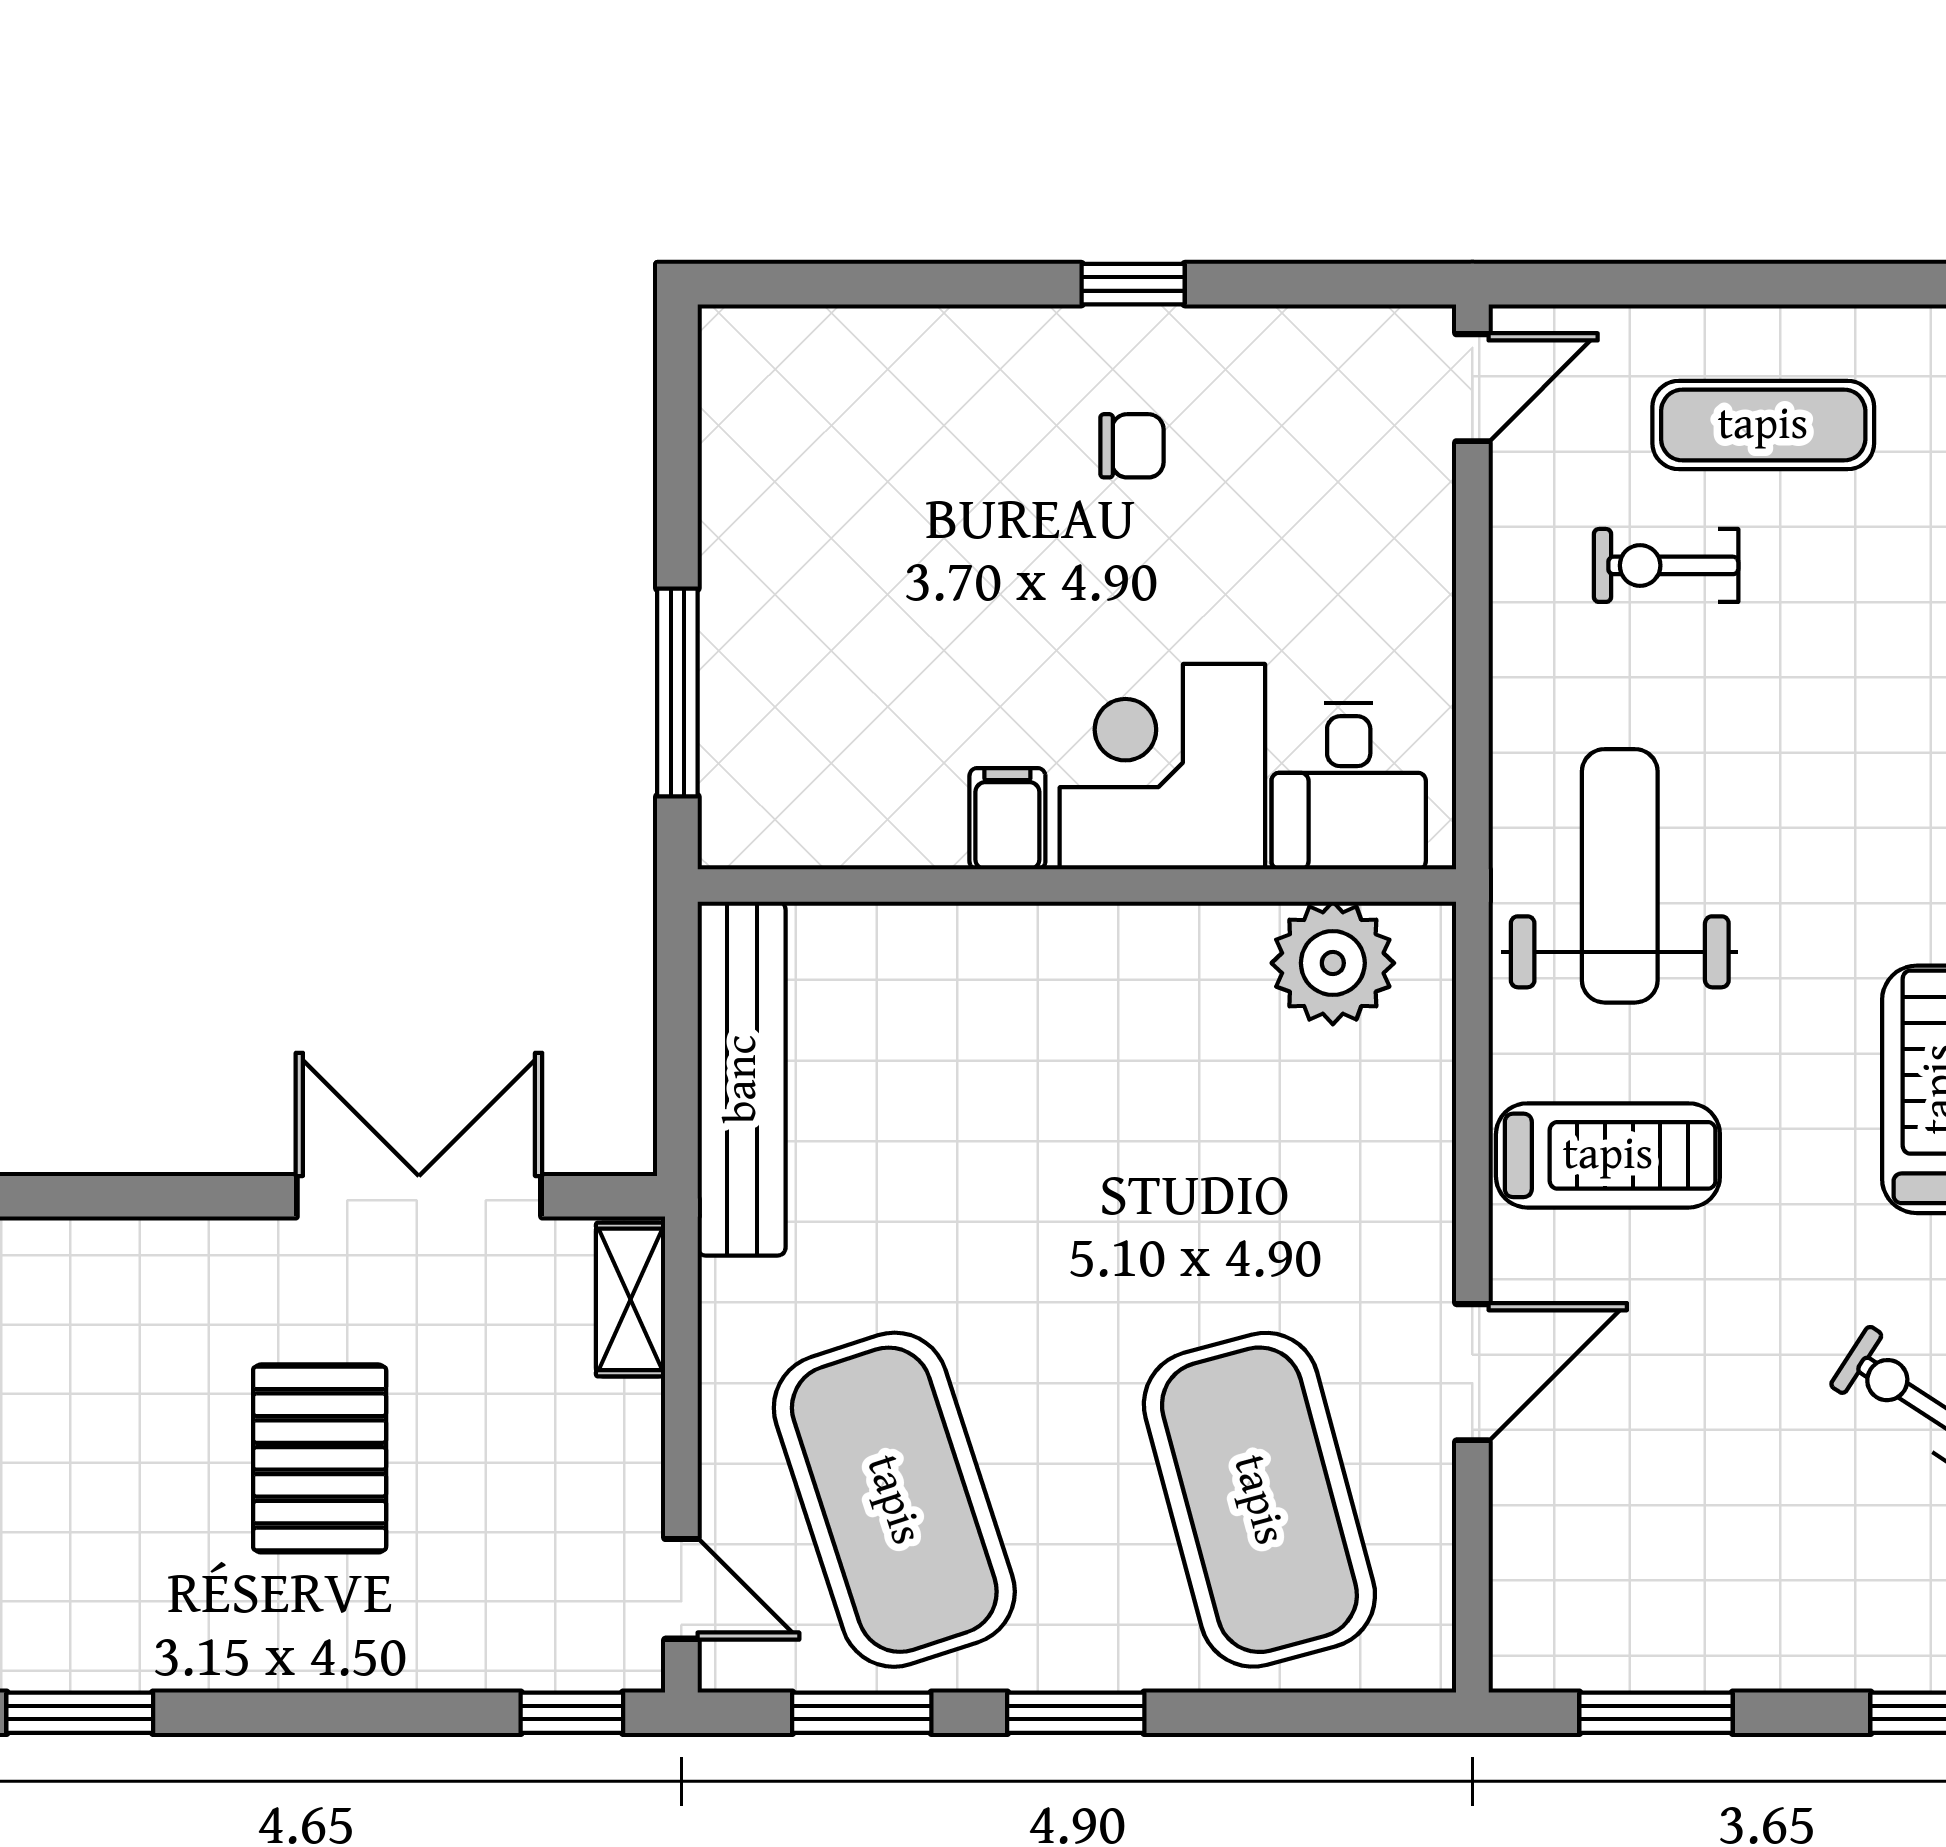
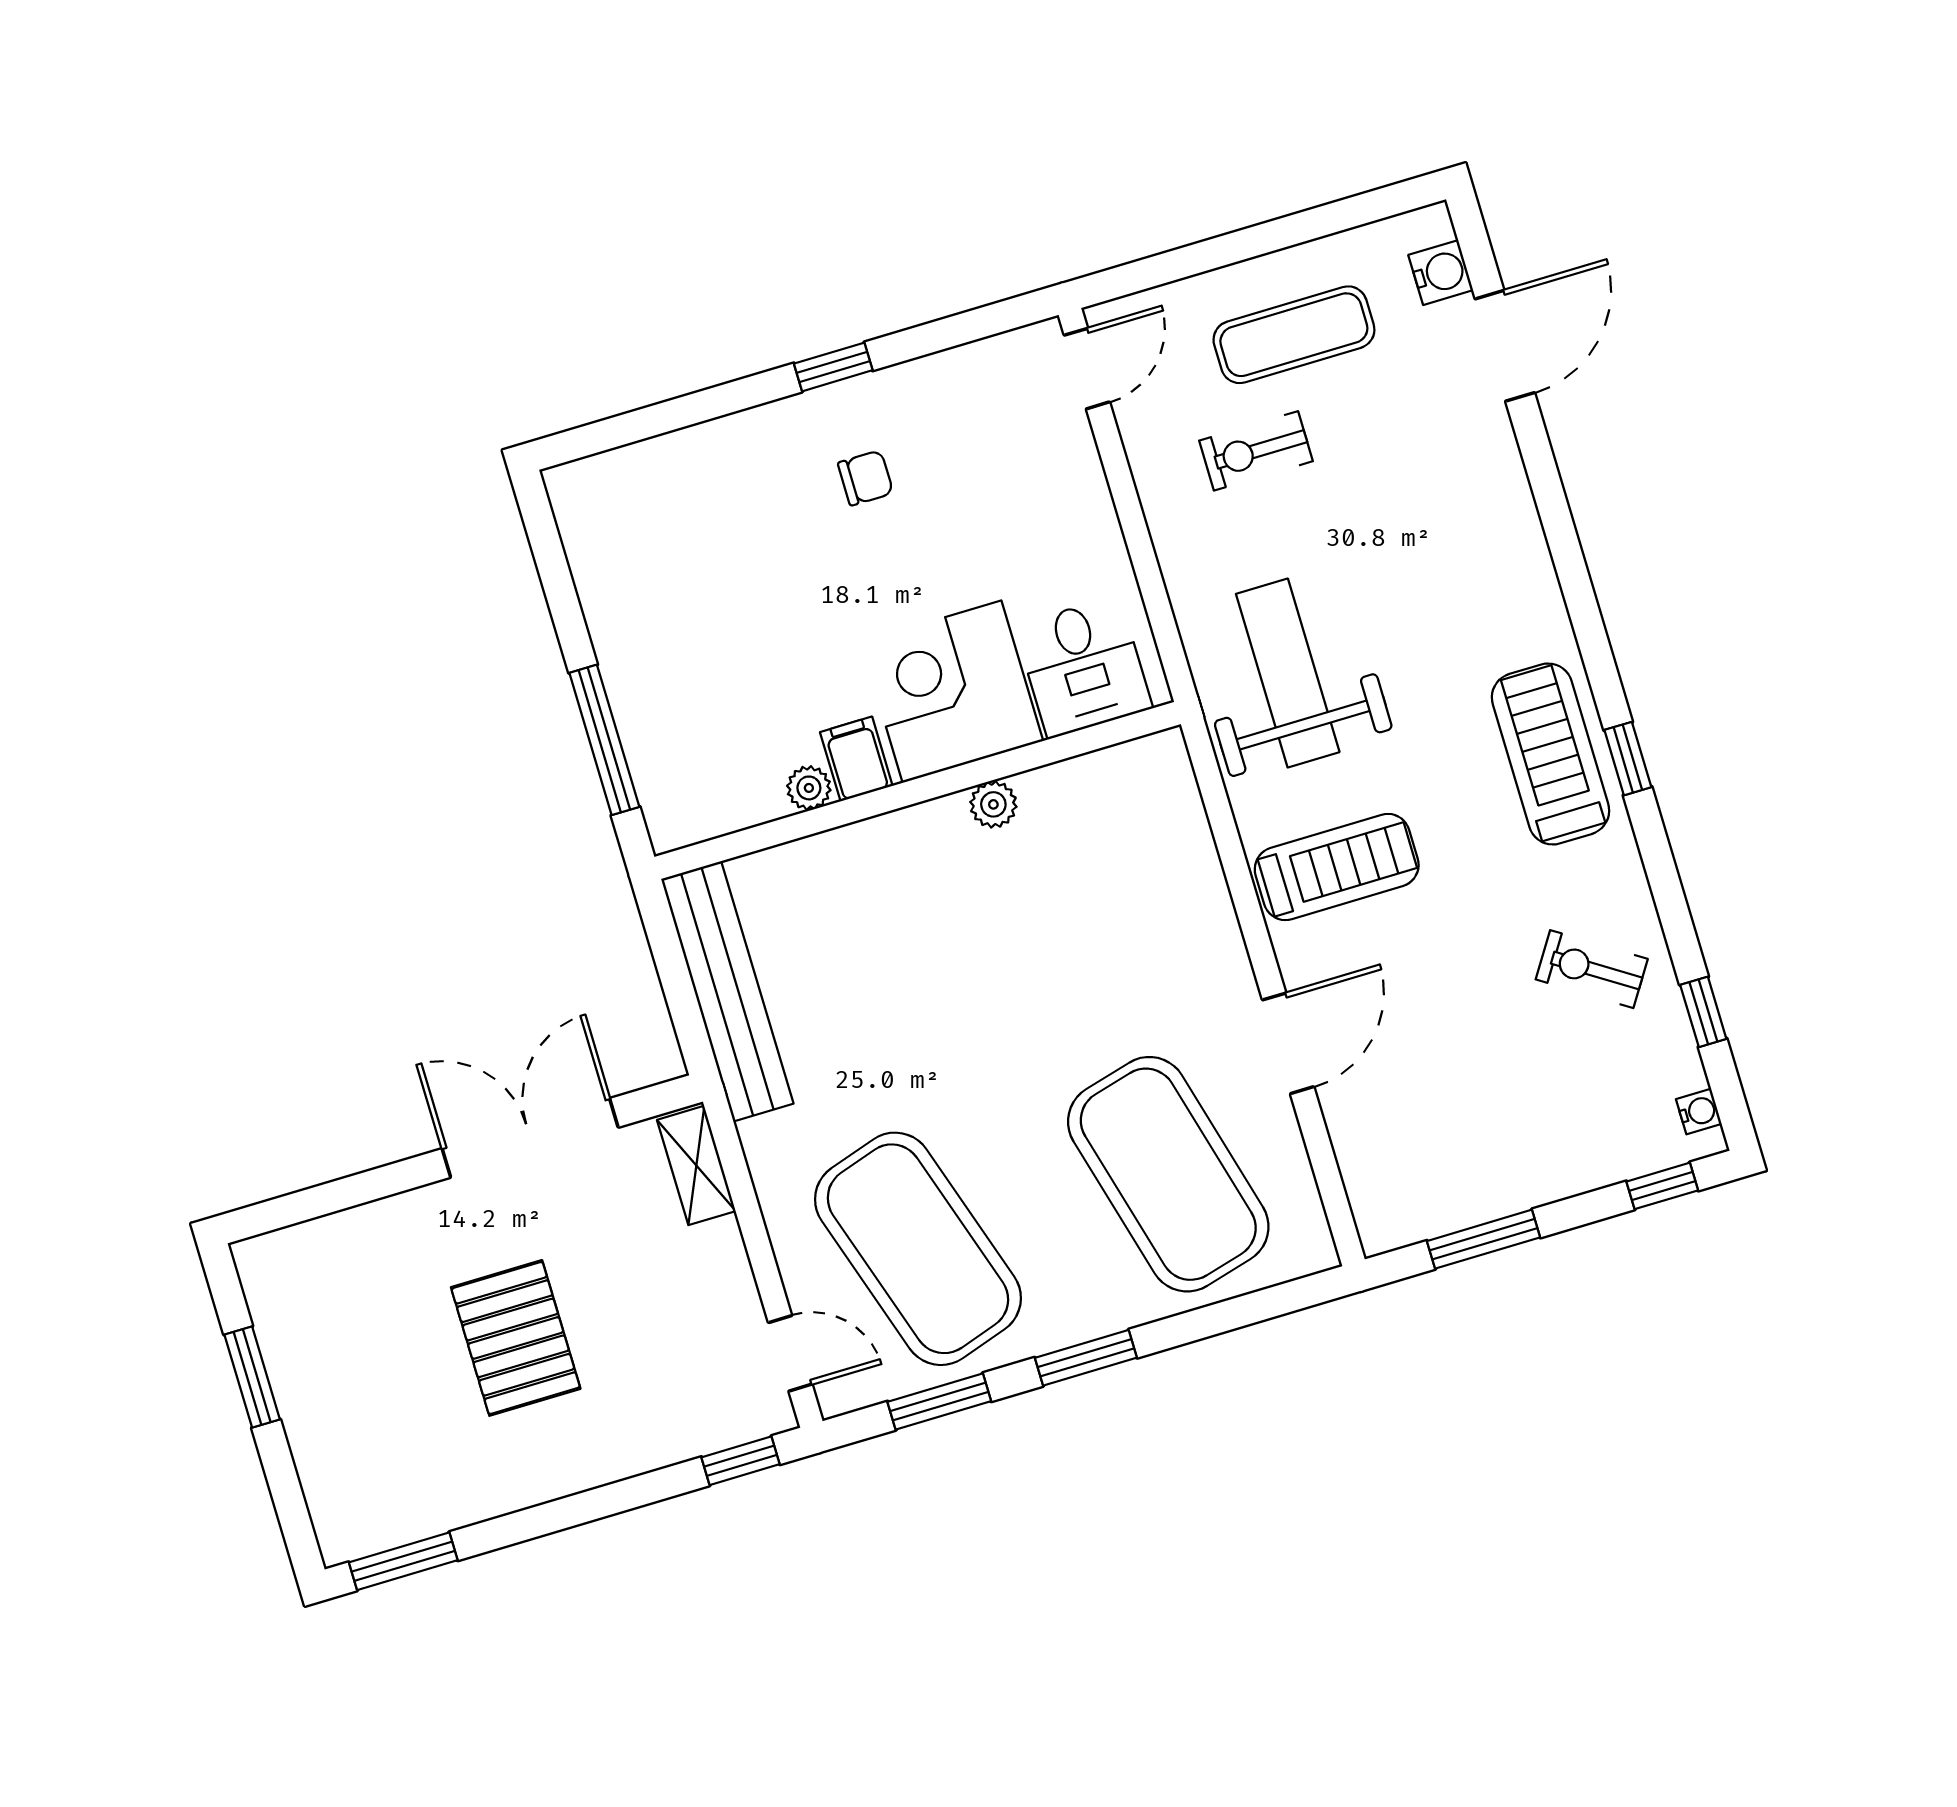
plant: (932, 839) -> (809, 788), added
plant: (1333, 963) -> (993, 804), moved, width x0.53, depth x0.53

